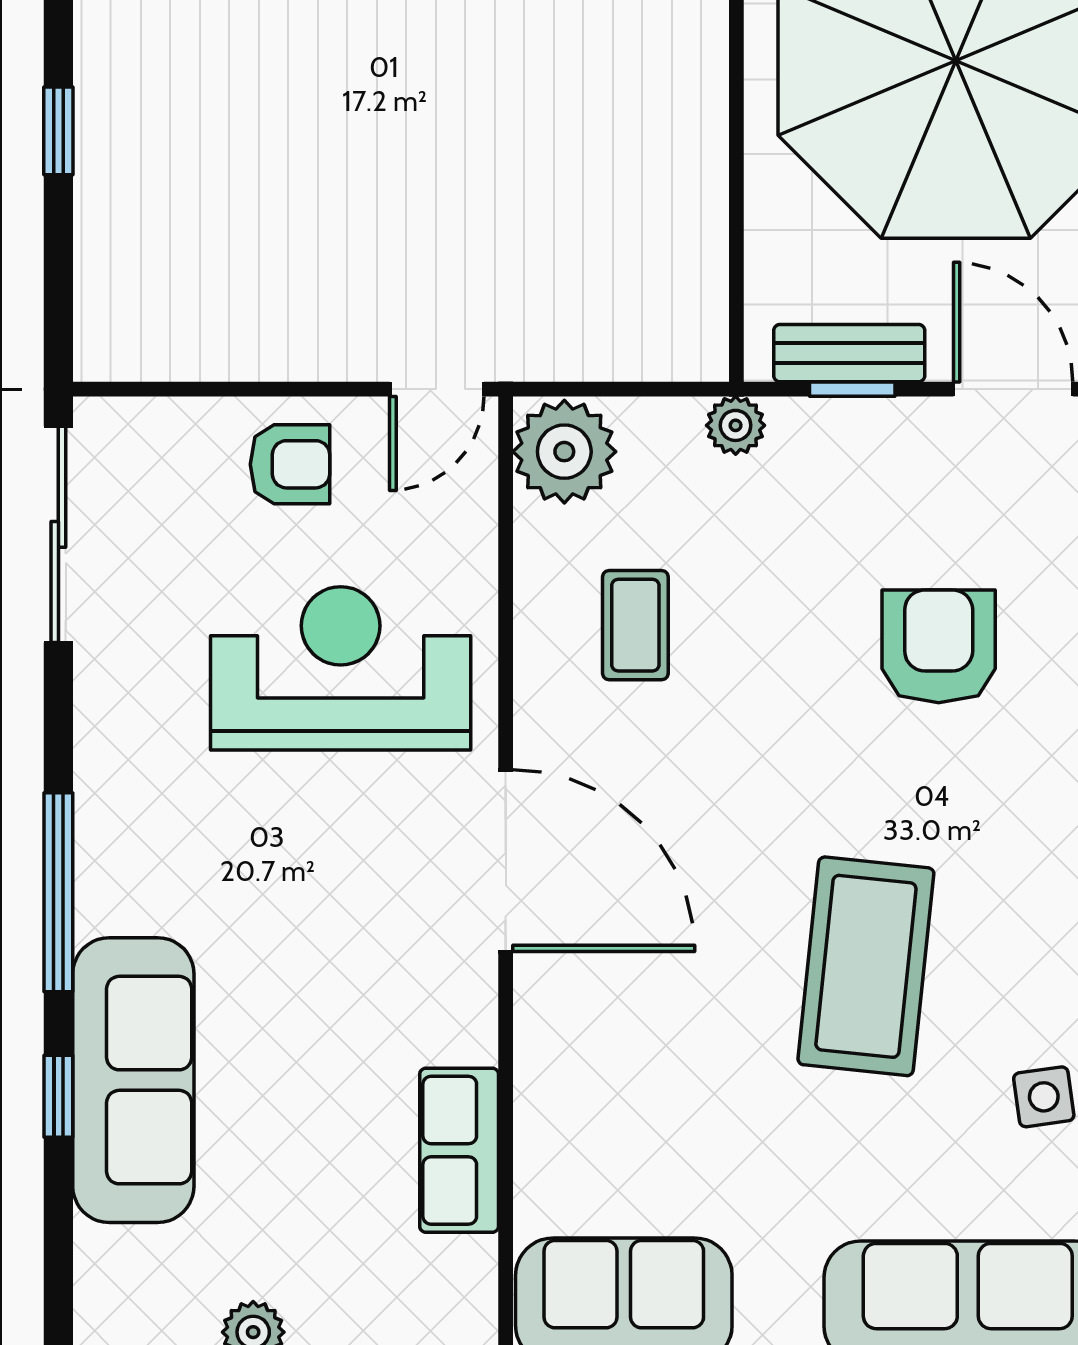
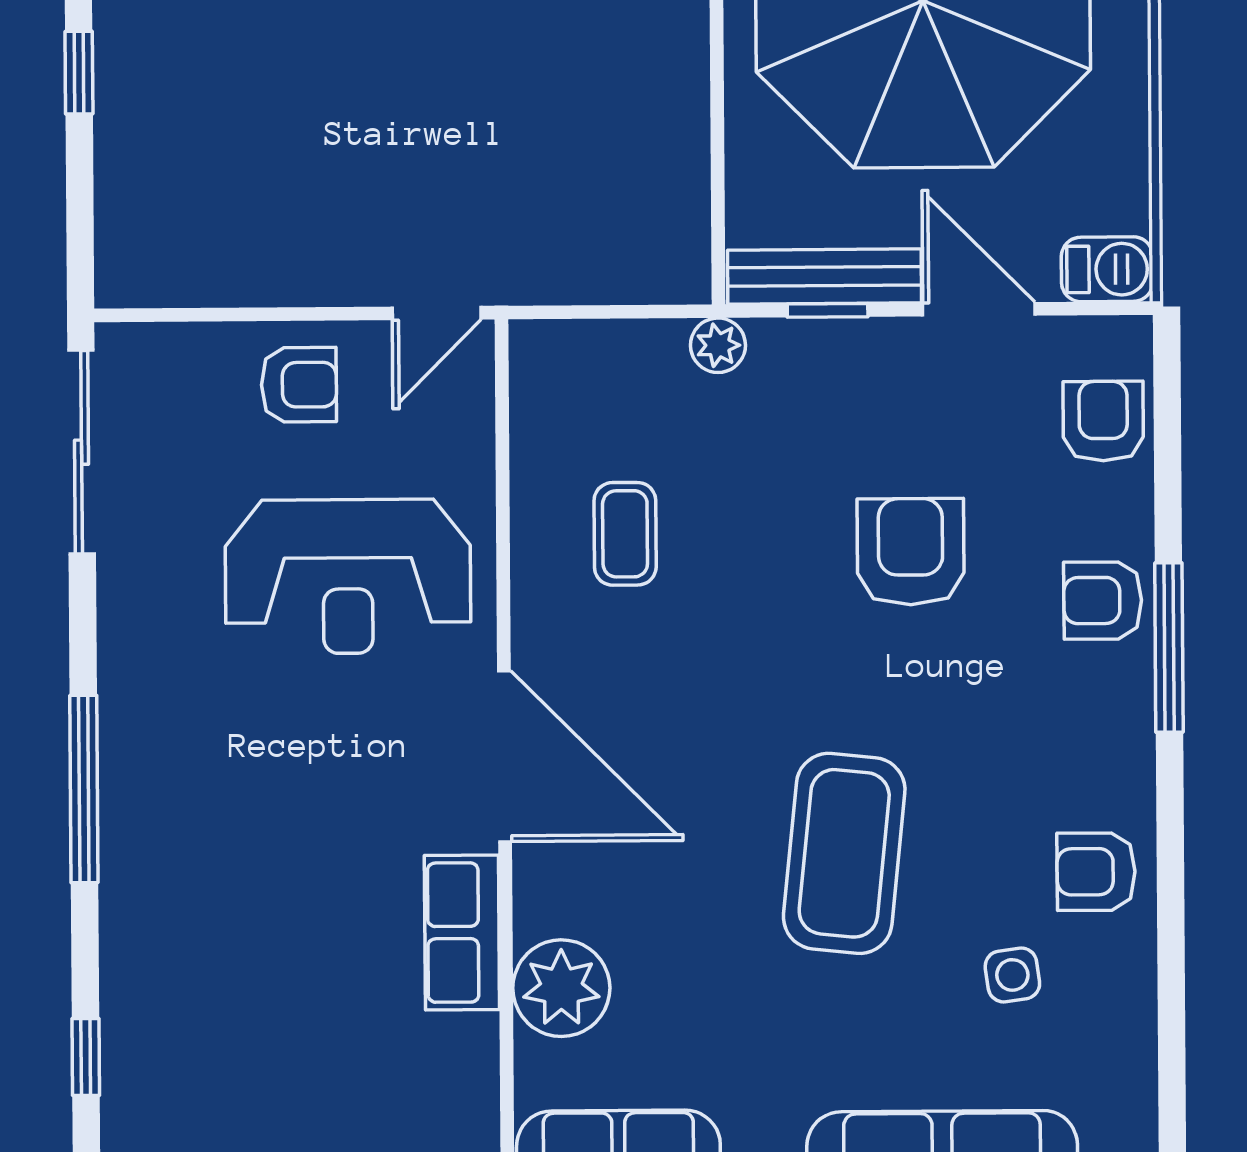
bench: (849, 353) -> (825, 276), width x1.36
plant: (564, 452) -> (561, 988), moved
reception desk: (341, 668) -> (348, 576), turned 180
sofa: (133, 1080) -> (156, 965), removed
window: (58, 1096) -> (86, 1057), moved
row of seats: (459, 1150) -> (462, 932), moved

